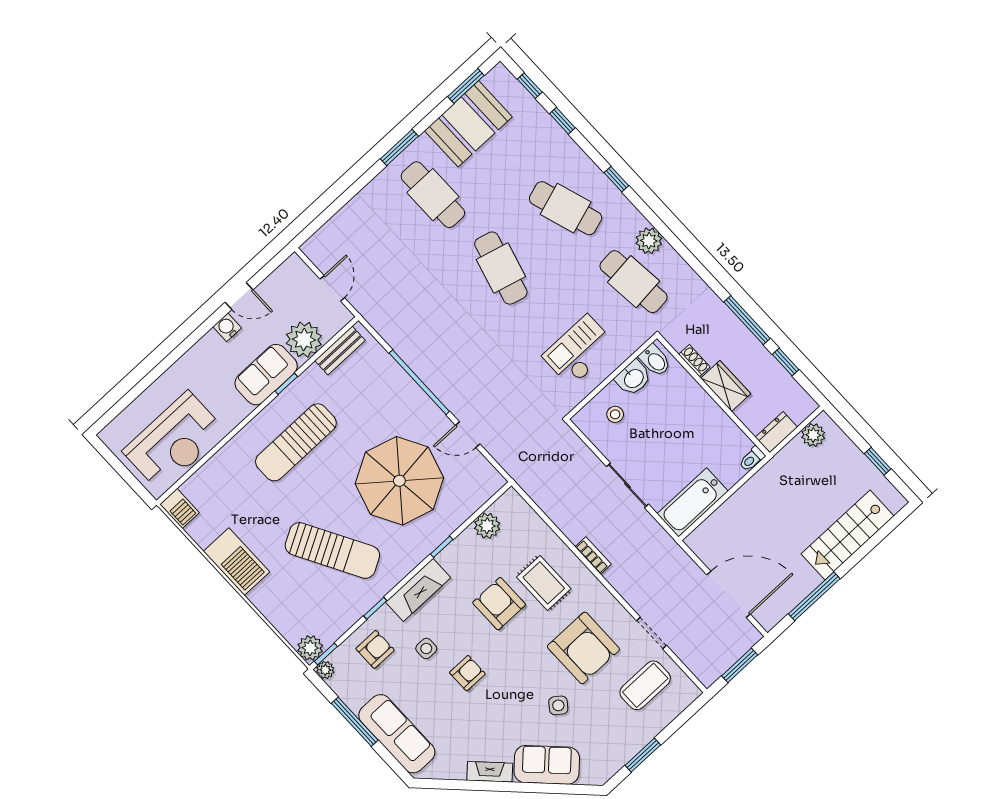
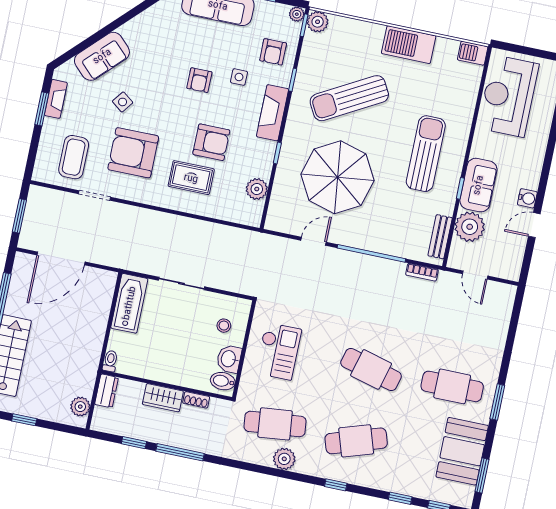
bookcase: (593, 556) -> (422, 272), moved
fireplace: (490, 772) -> (56, 99), moved, turned -45

